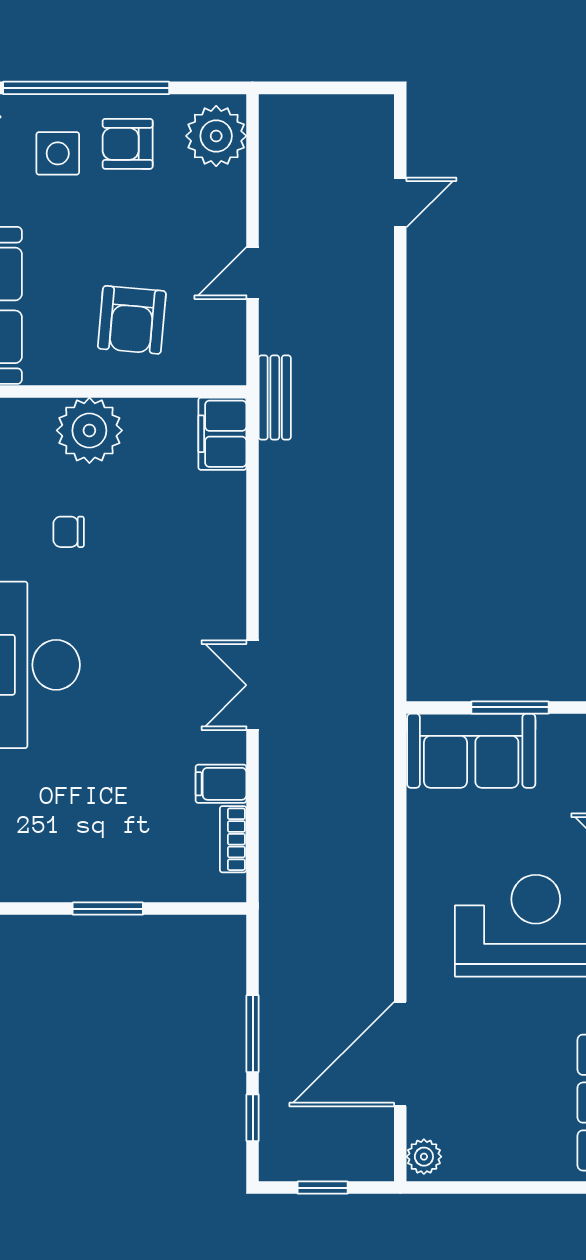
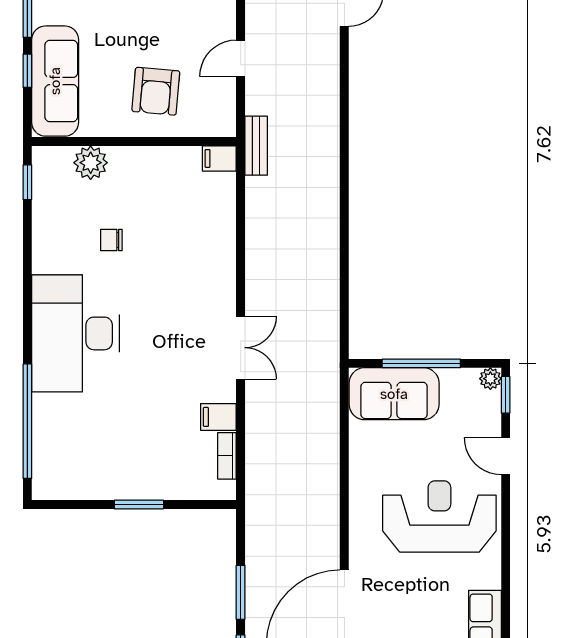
plant: (89, 430) -> (91, 163), moved, width x0.73, depth x0.73
filing cabinet: (222, 434) -> (219, 158), width x0.50
double door: (253, 685) -> (241, 348), swing flipped
window: (510, 707) -> (421, 363), width x1.44

